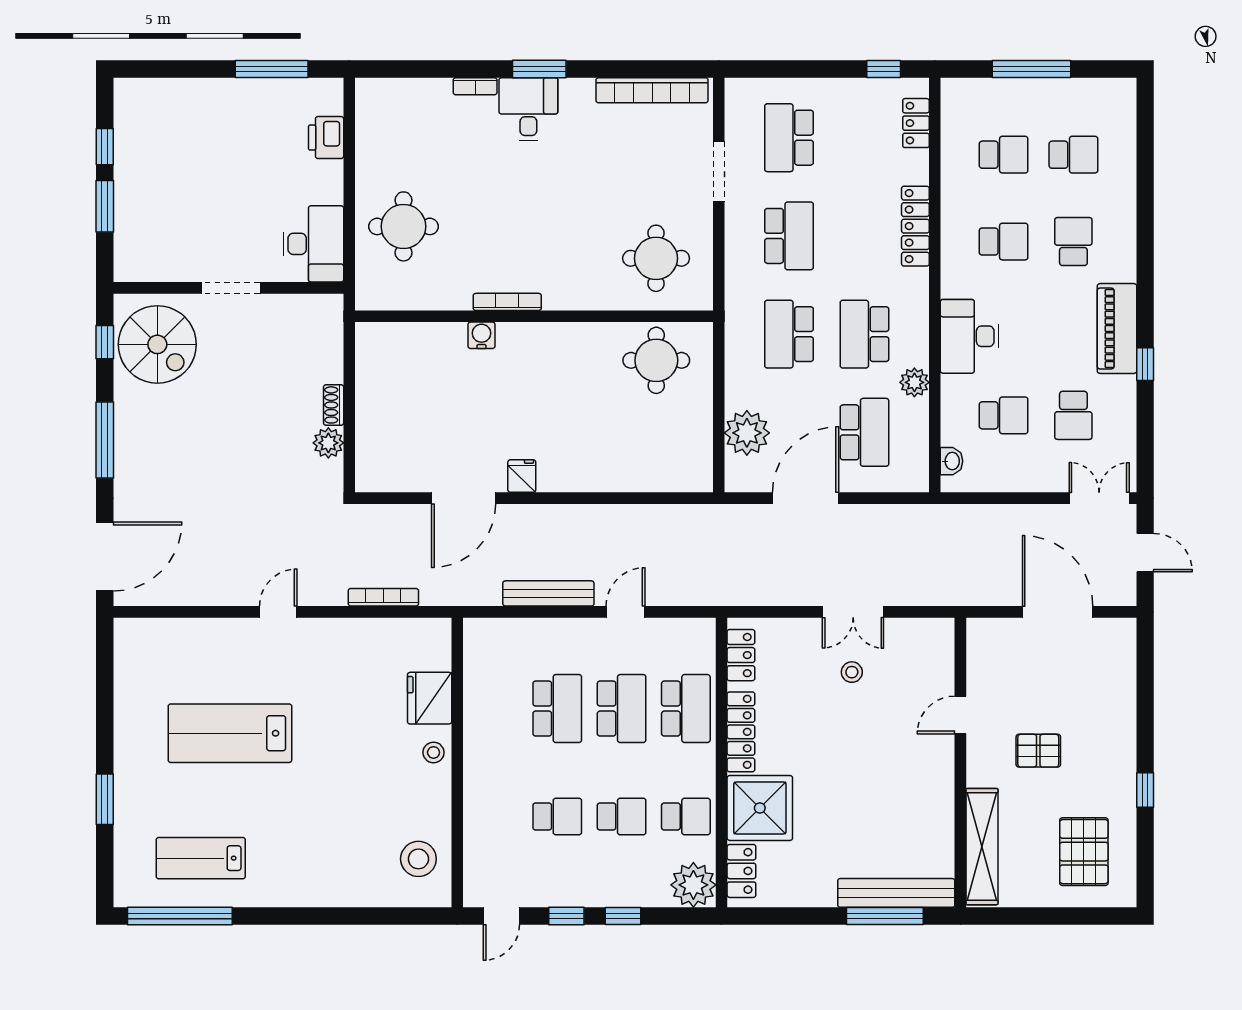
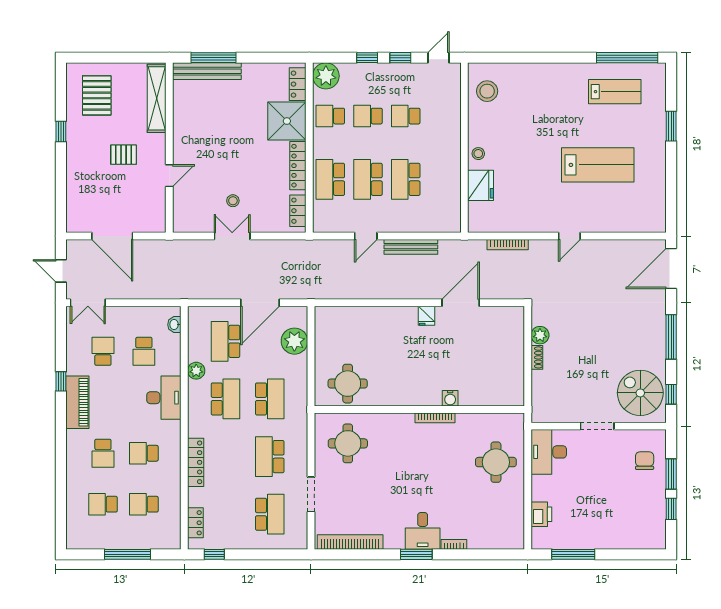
chair: (150, 229) -> (645, 461), added
school desk: (1004, 415) -> (144, 351), turned -90

